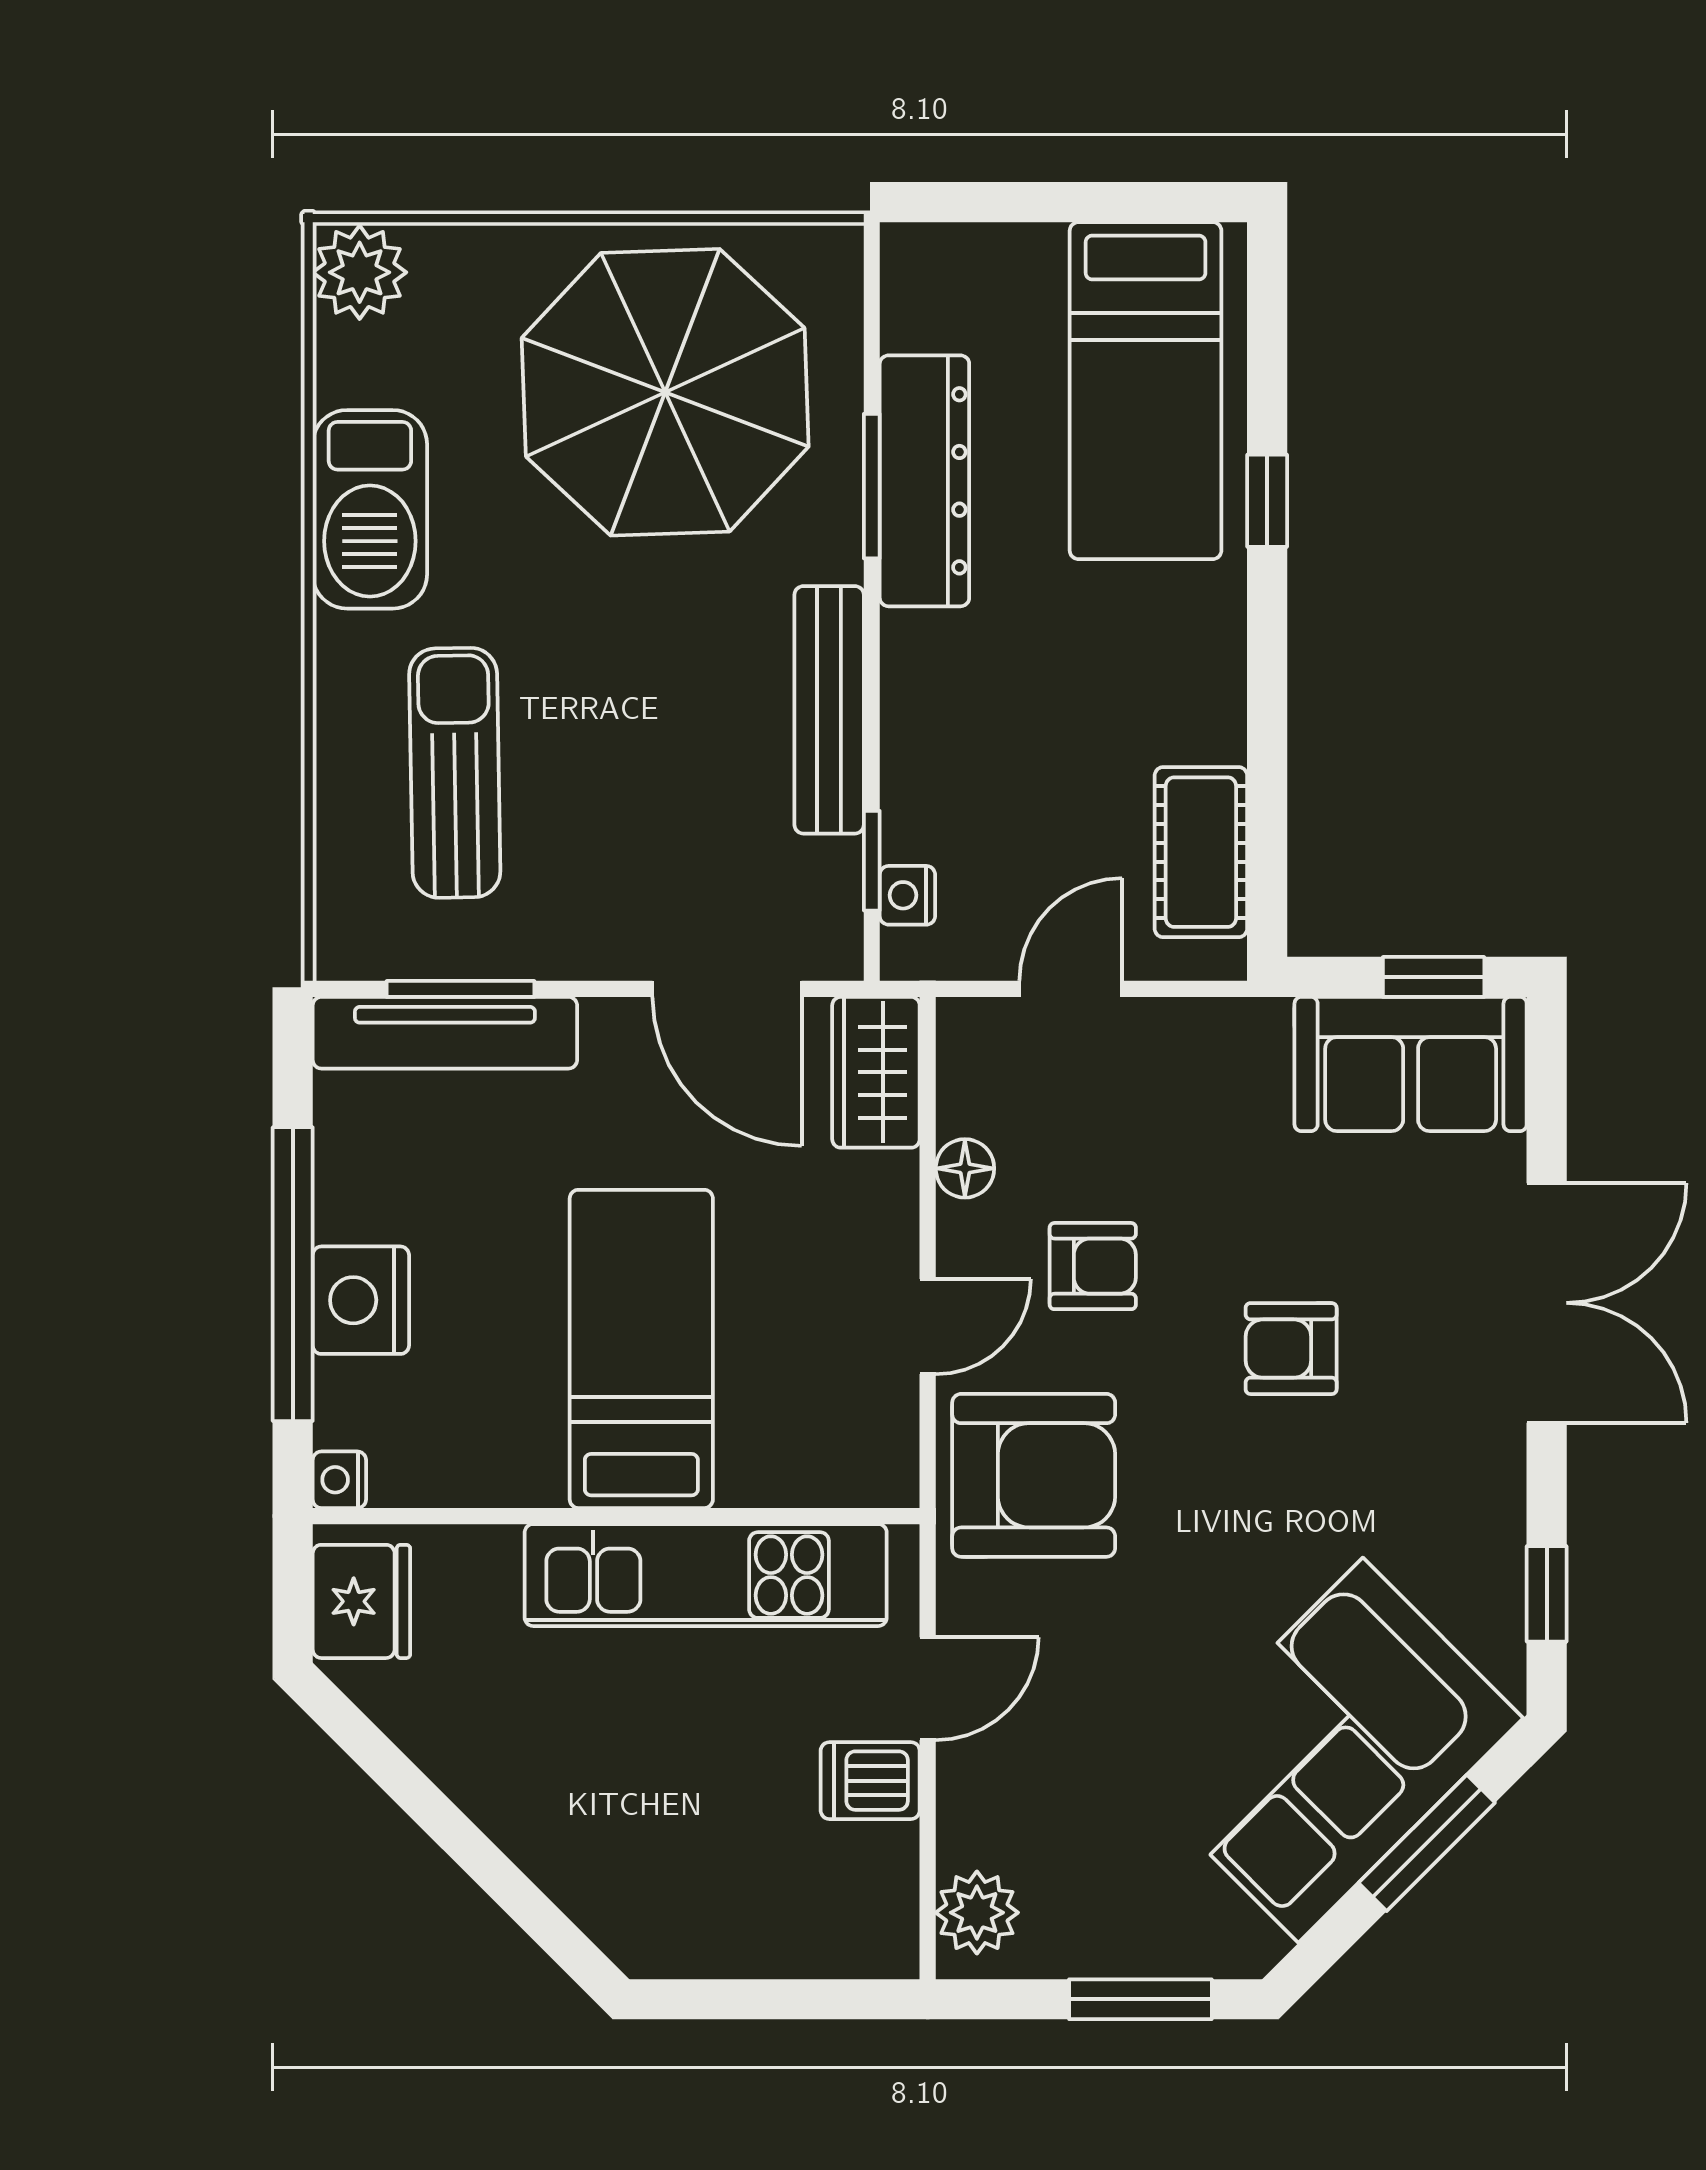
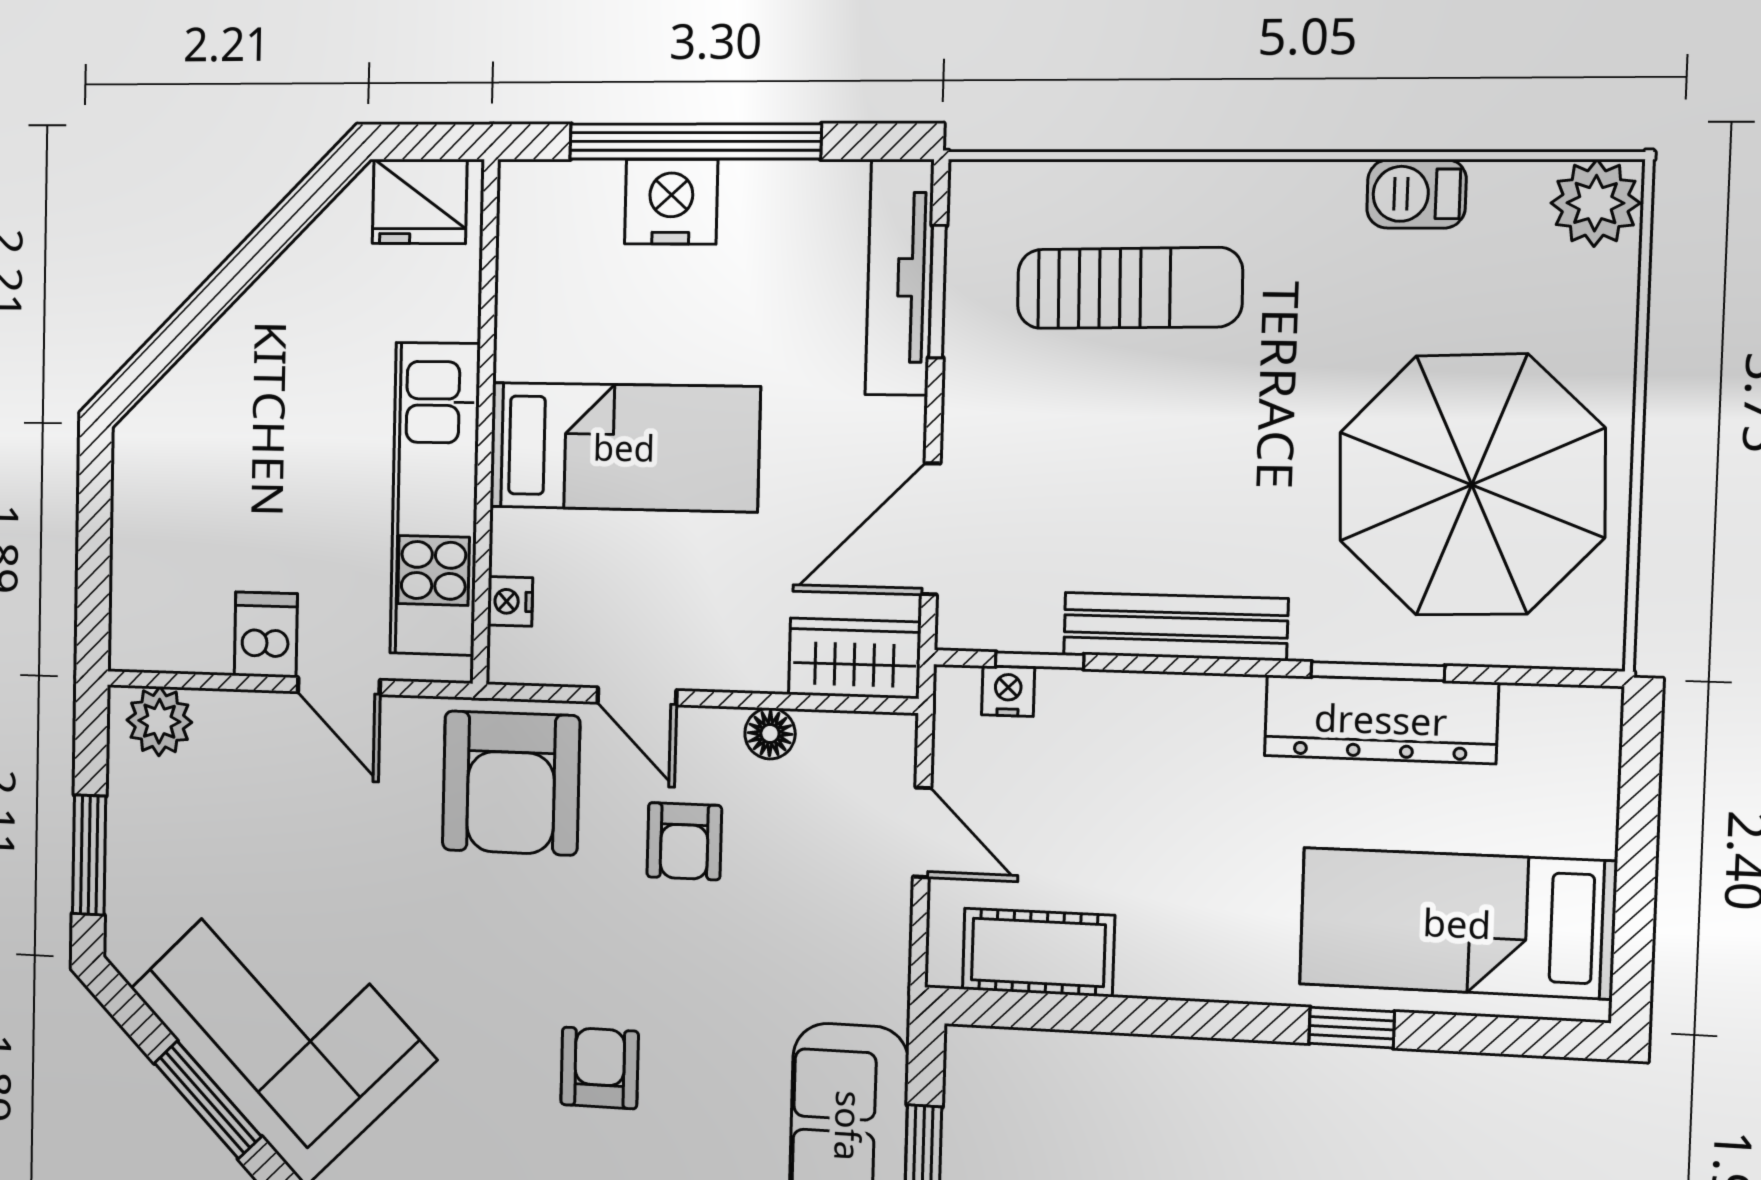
barbecue: (370, 509) -> (1416, 194), width x0.53, depth x0.65
armchair: (1291, 1349) -> (600, 1068), moved
nightstand: (339, 1480) -> (510, 601), moved, turned -90

